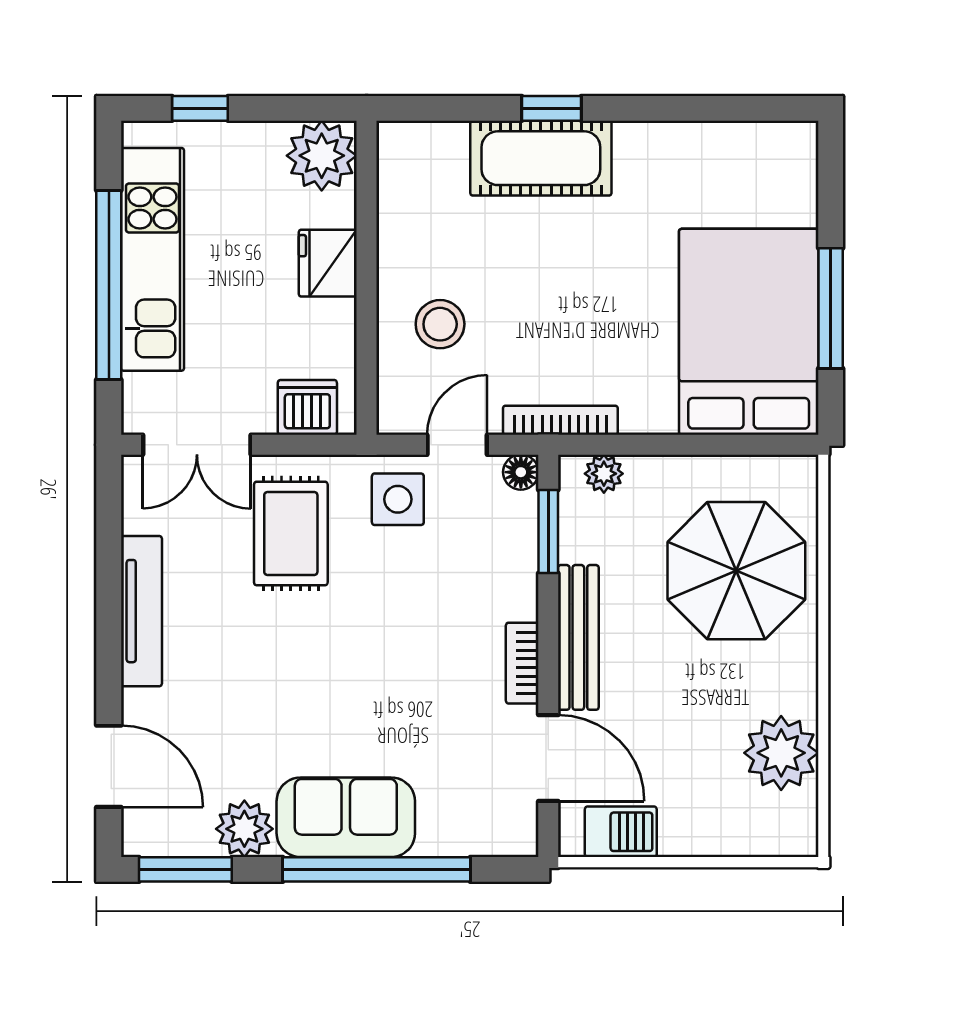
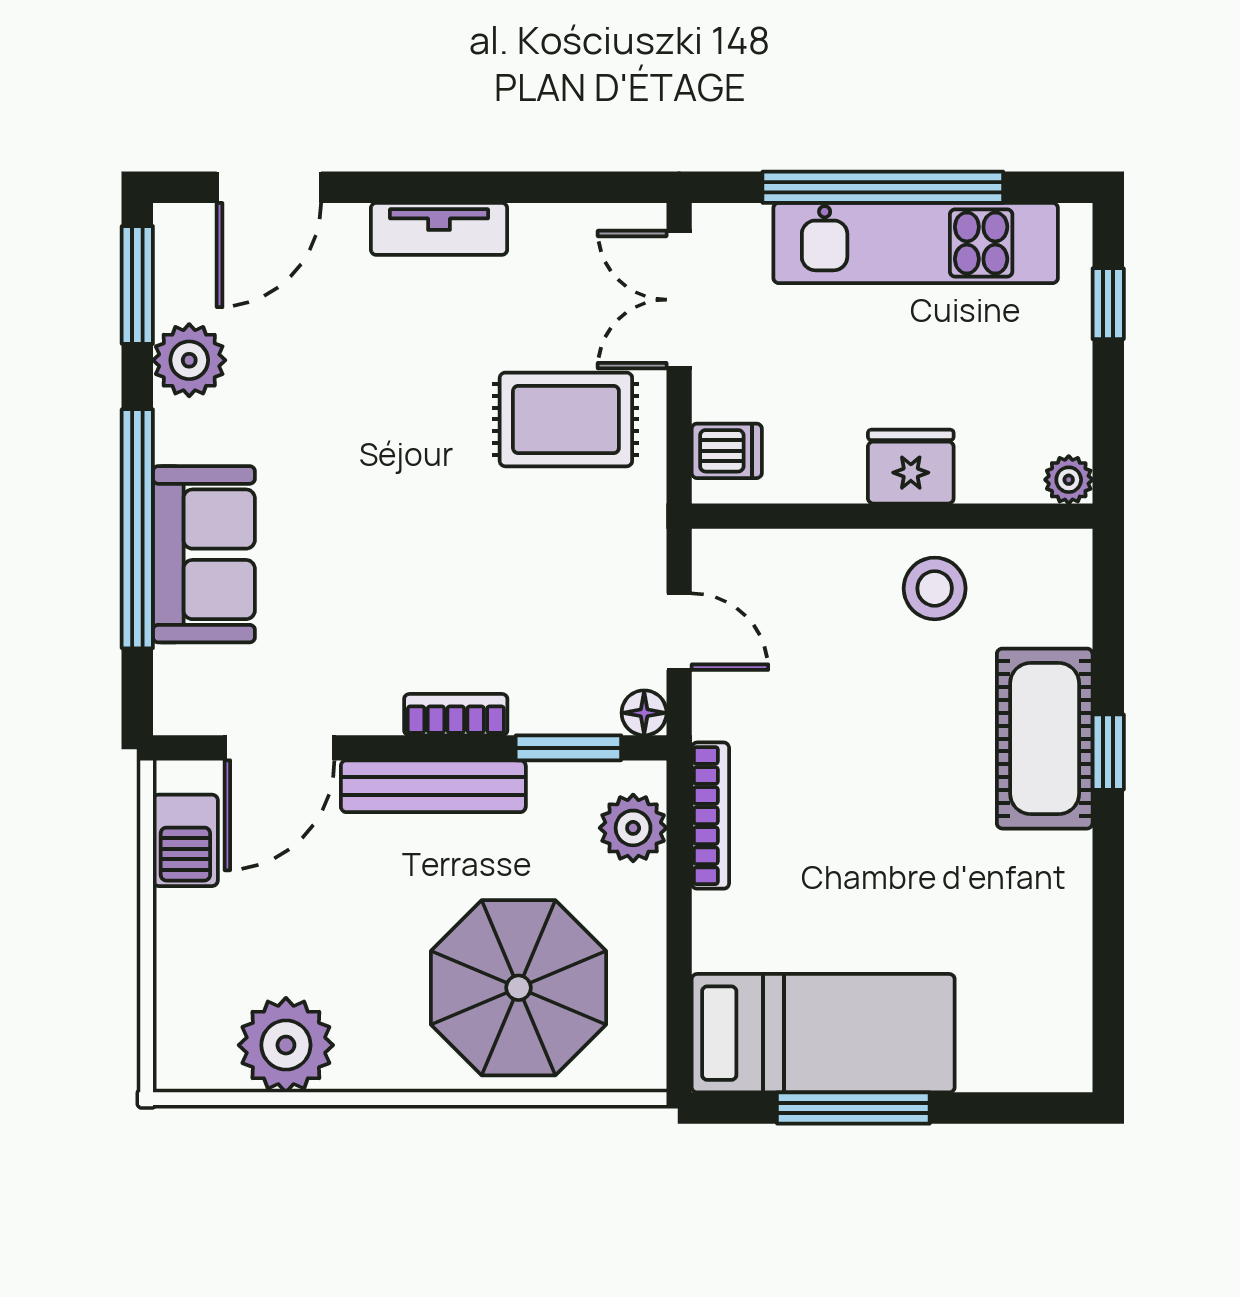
plant: (322, 156) -> (1069, 480), width x0.53, depth x0.53
stool: (440, 324) -> (935, 588), moved
bed: (749, 332) -> (823, 1033), width x0.67
dishwasher: (307, 407) -> (727, 451), width x0.73
bookcase: (560, 420) -> (710, 816), moved
plant: (604, 474) -> (633, 828), width x1.38, depth x1.38
side table: (398, 499) -> (610, 556), removed
tv unit: (141, 611) -> (439, 229), width x0.71
bookcase: (522, 663) -> (456, 715), moved
sofa: (346, 817) -> (204, 554), moved

